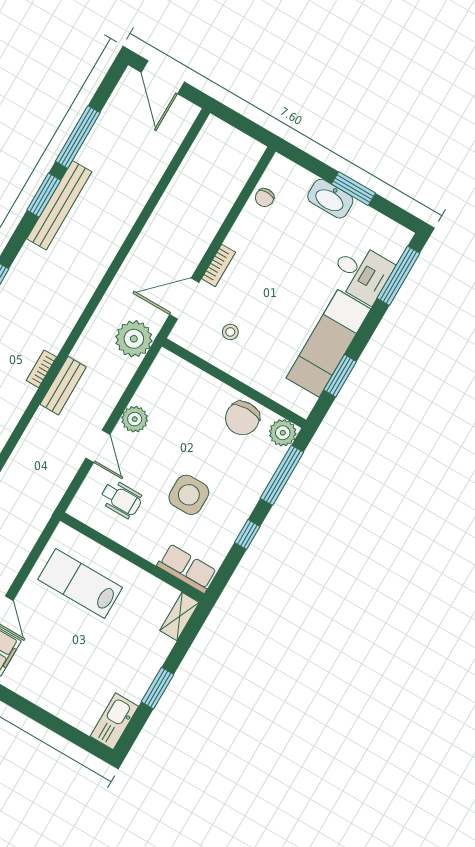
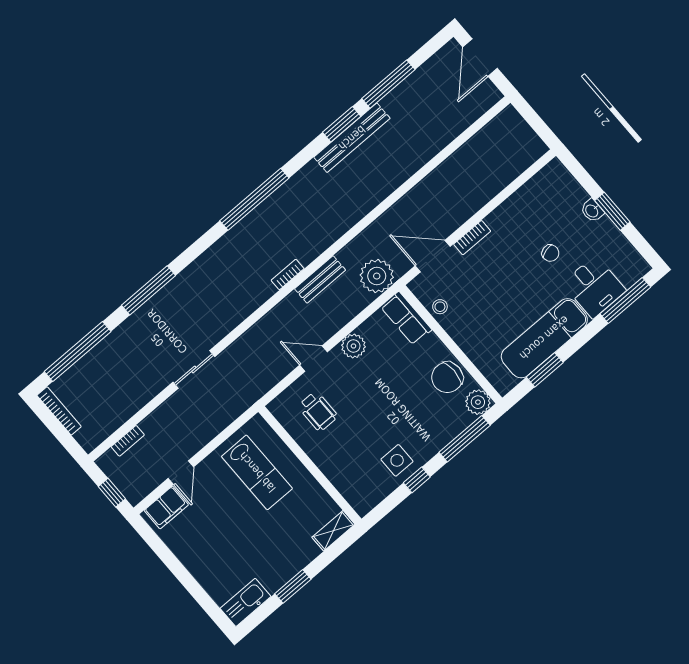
chair: (265, 198) -> (550, 253), moved, turned -105
washbasin: (330, 199) -> (592, 211), width x0.52, depth x0.69
stool: (230, 332) -> (440, 307), moved
bench: (63, 386) -> (320, 279), moved
door: (98, 446) -> (313, 359), swing flipped
side table: (189, 495) -> (397, 460), moved, width x0.73, depth x0.73
row of seats: (187, 568) -> (406, 318), moved, turned 180
lab bench: (80, 583) -> (257, 472), turned 180

